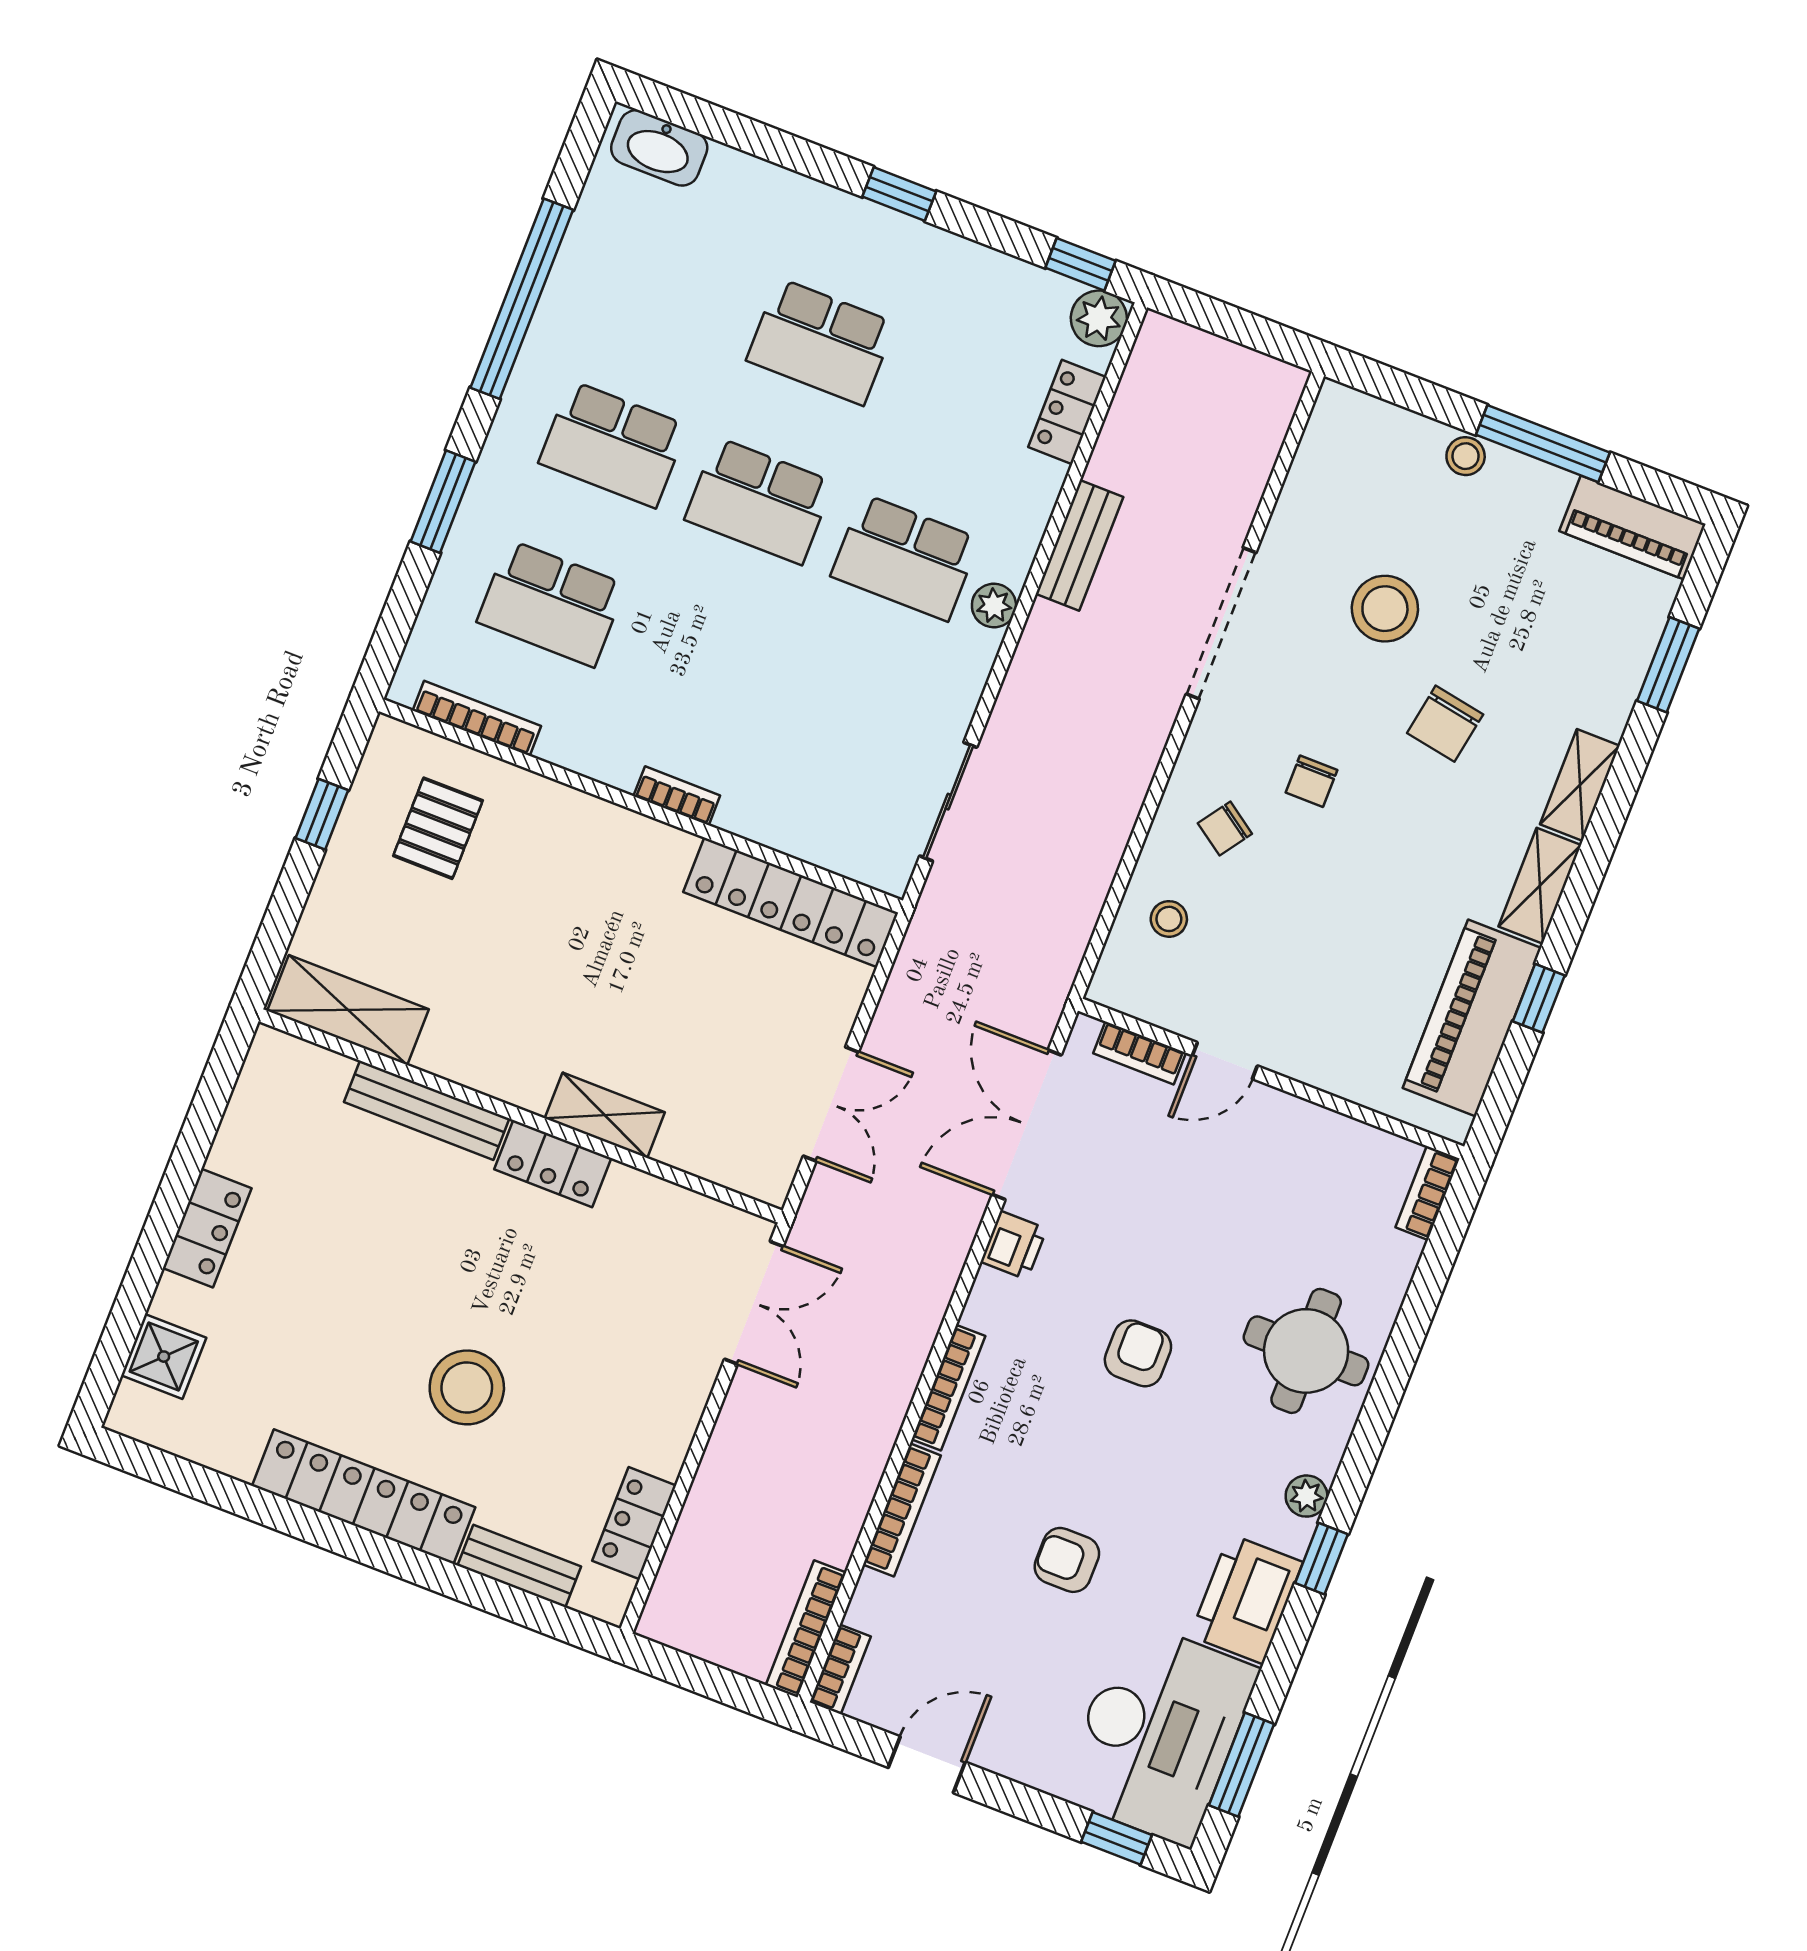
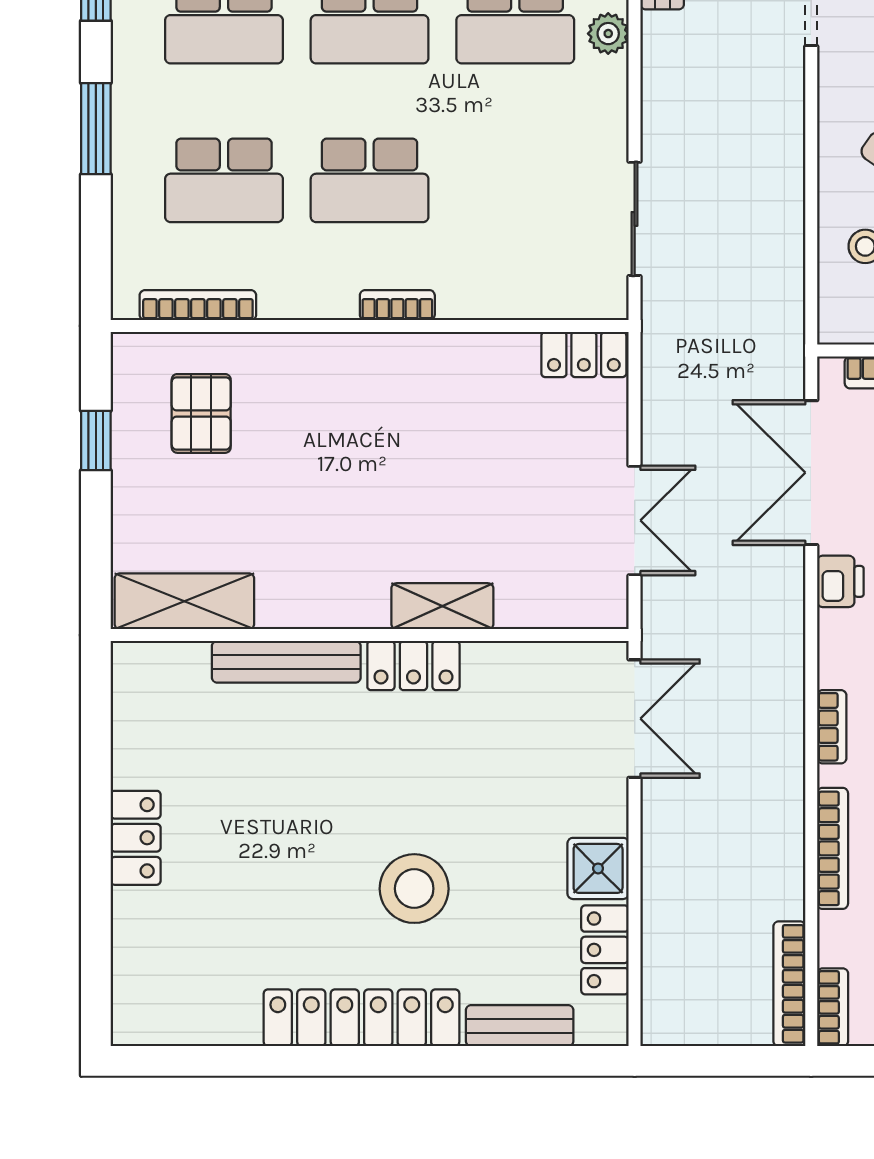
school desk: (697, 660) -> (370, 180), added
locker: (791, 902) -> (584, 354), width x0.46, depth x0.83
shower: (164, 1357) -> (598, 868), moved
bookcase: (948, 1388) -> (832, 727), width x0.64

